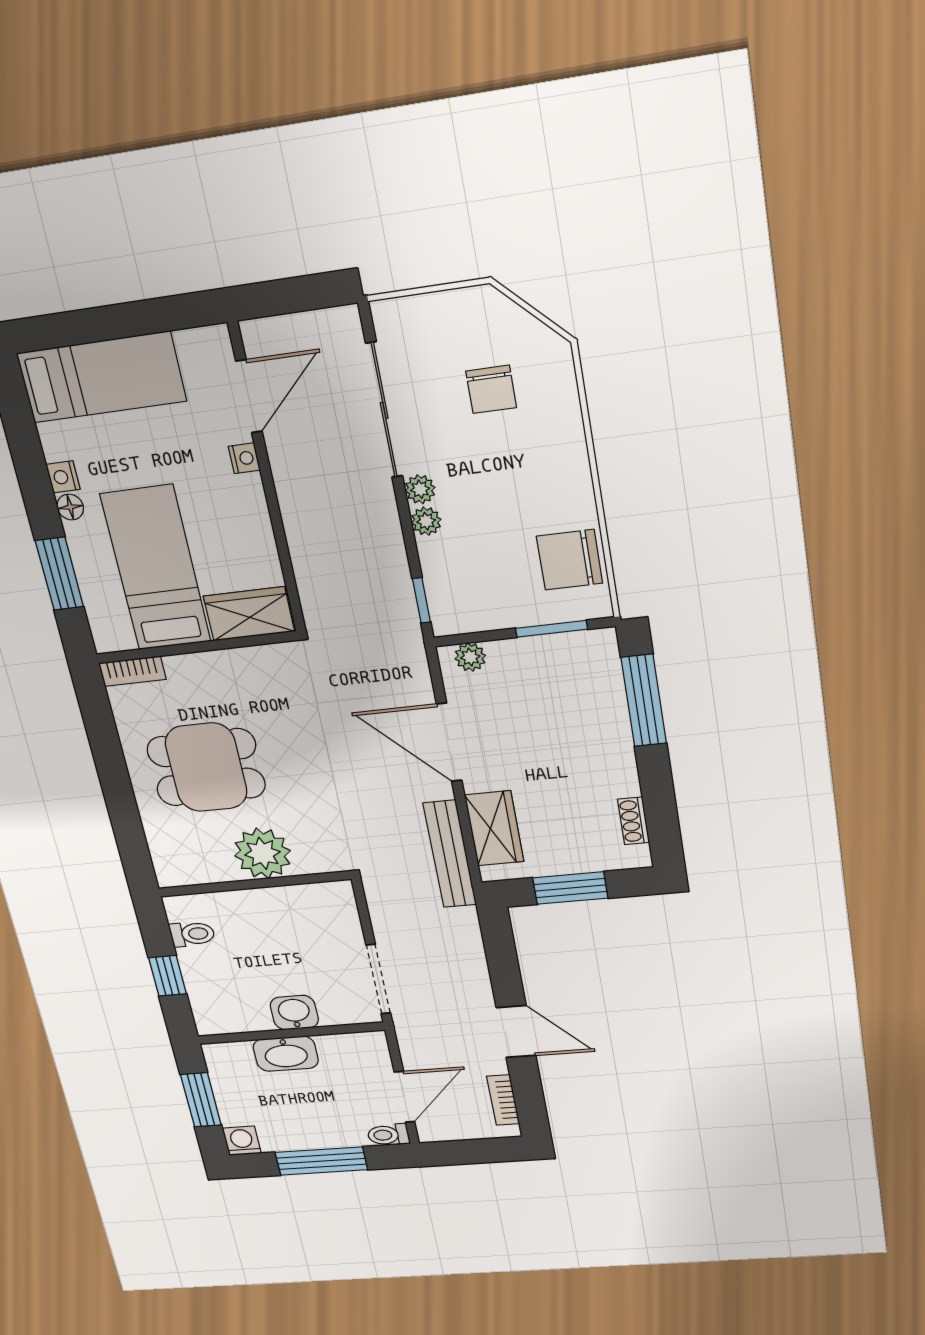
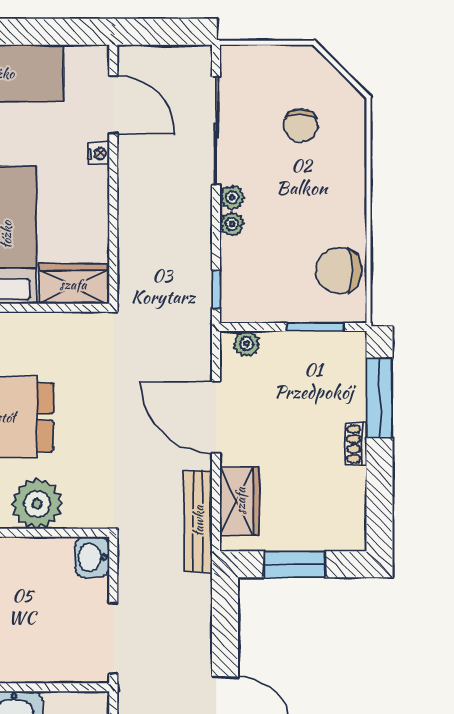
door: (249, 396) -> (113, 105), hinge flipped
shoe rack: (634, 821) -> (356, 444), moved
washbasin: (294, 1013) -> (92, 557), moved, turned -90

